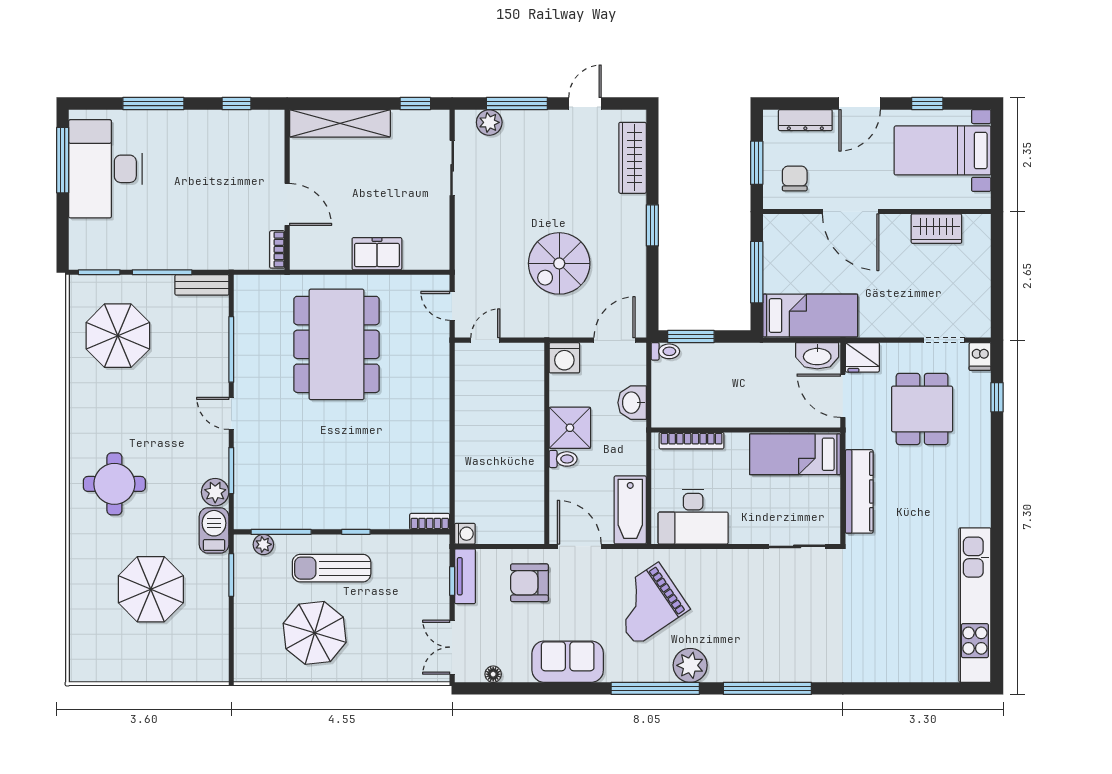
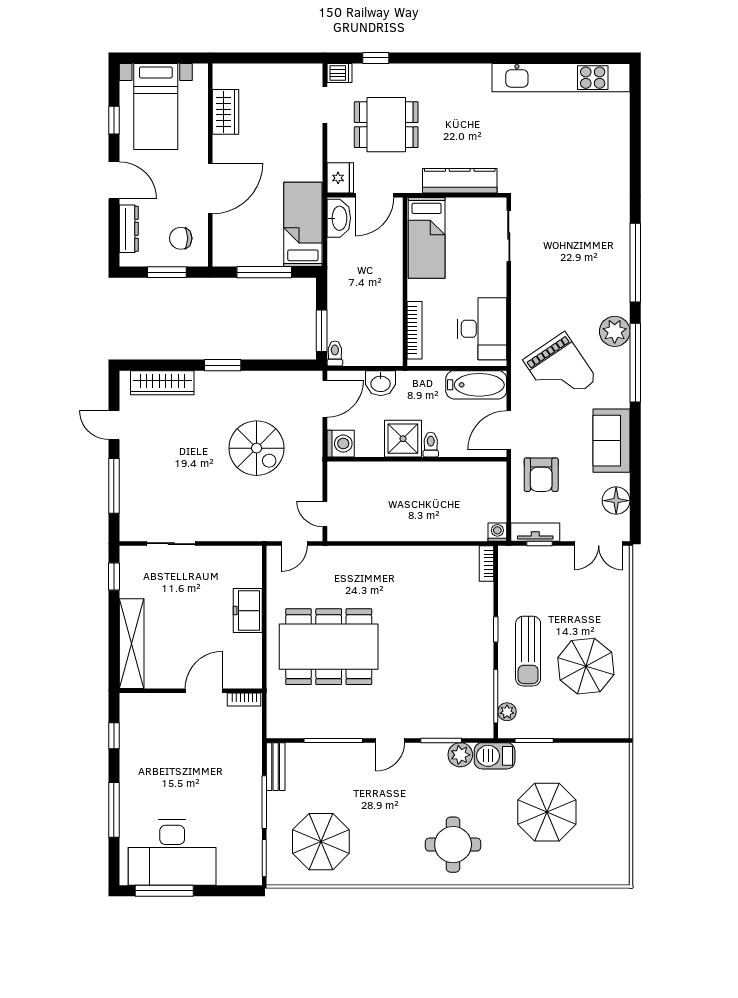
plant: (489, 122) -> (131, 511), removed
door: (615, 340) -> (325, 399), swing flipped
floor lamp: (493, 674) -> (616, 501), width x1.89, depth x1.89

